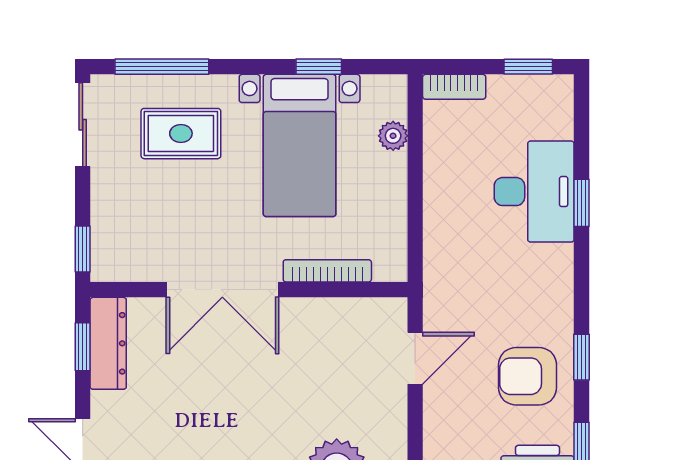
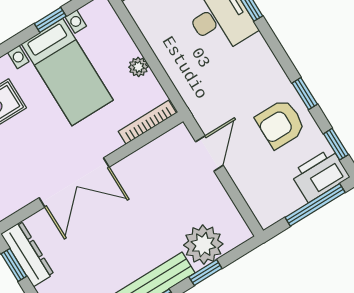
plant: (393, 136) -> (138, 67), moved
bookcase: (327, 271) -> (147, 122), moved

